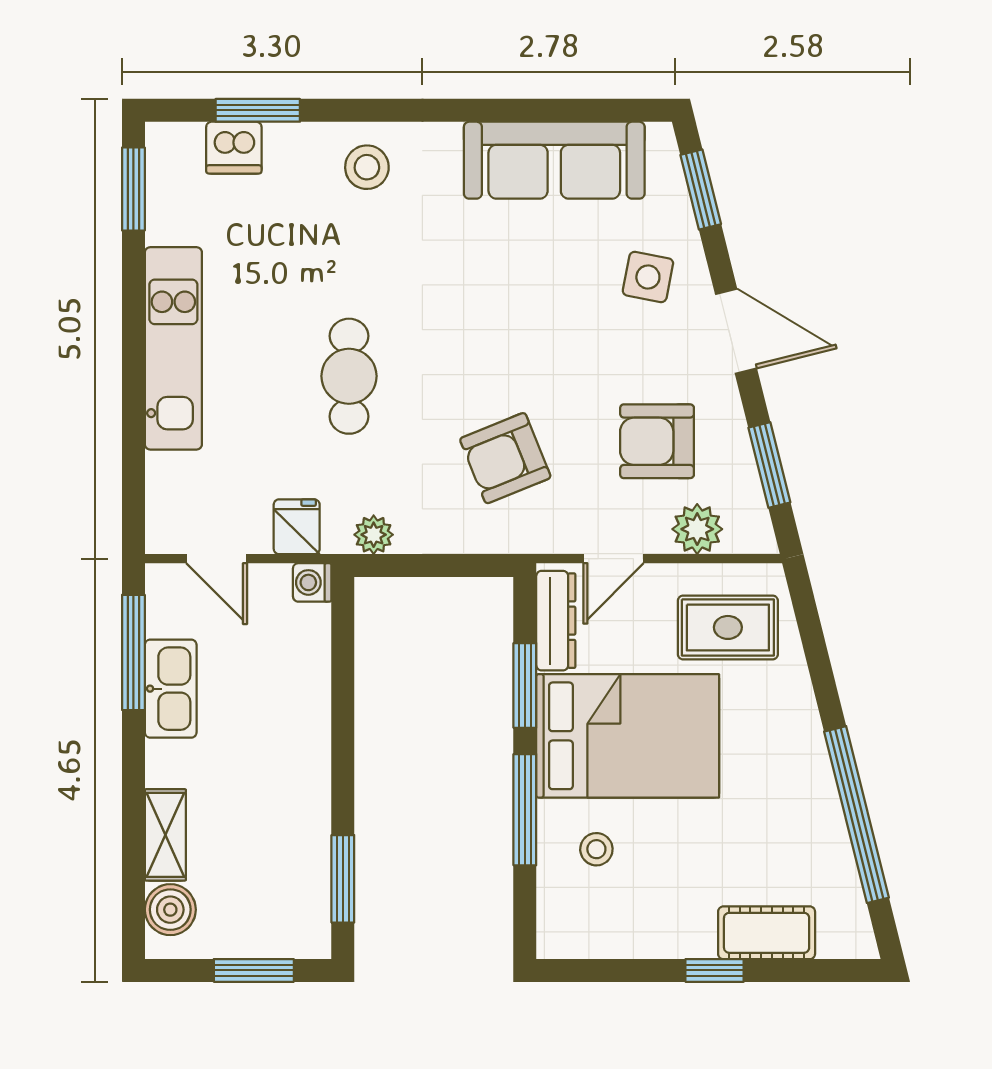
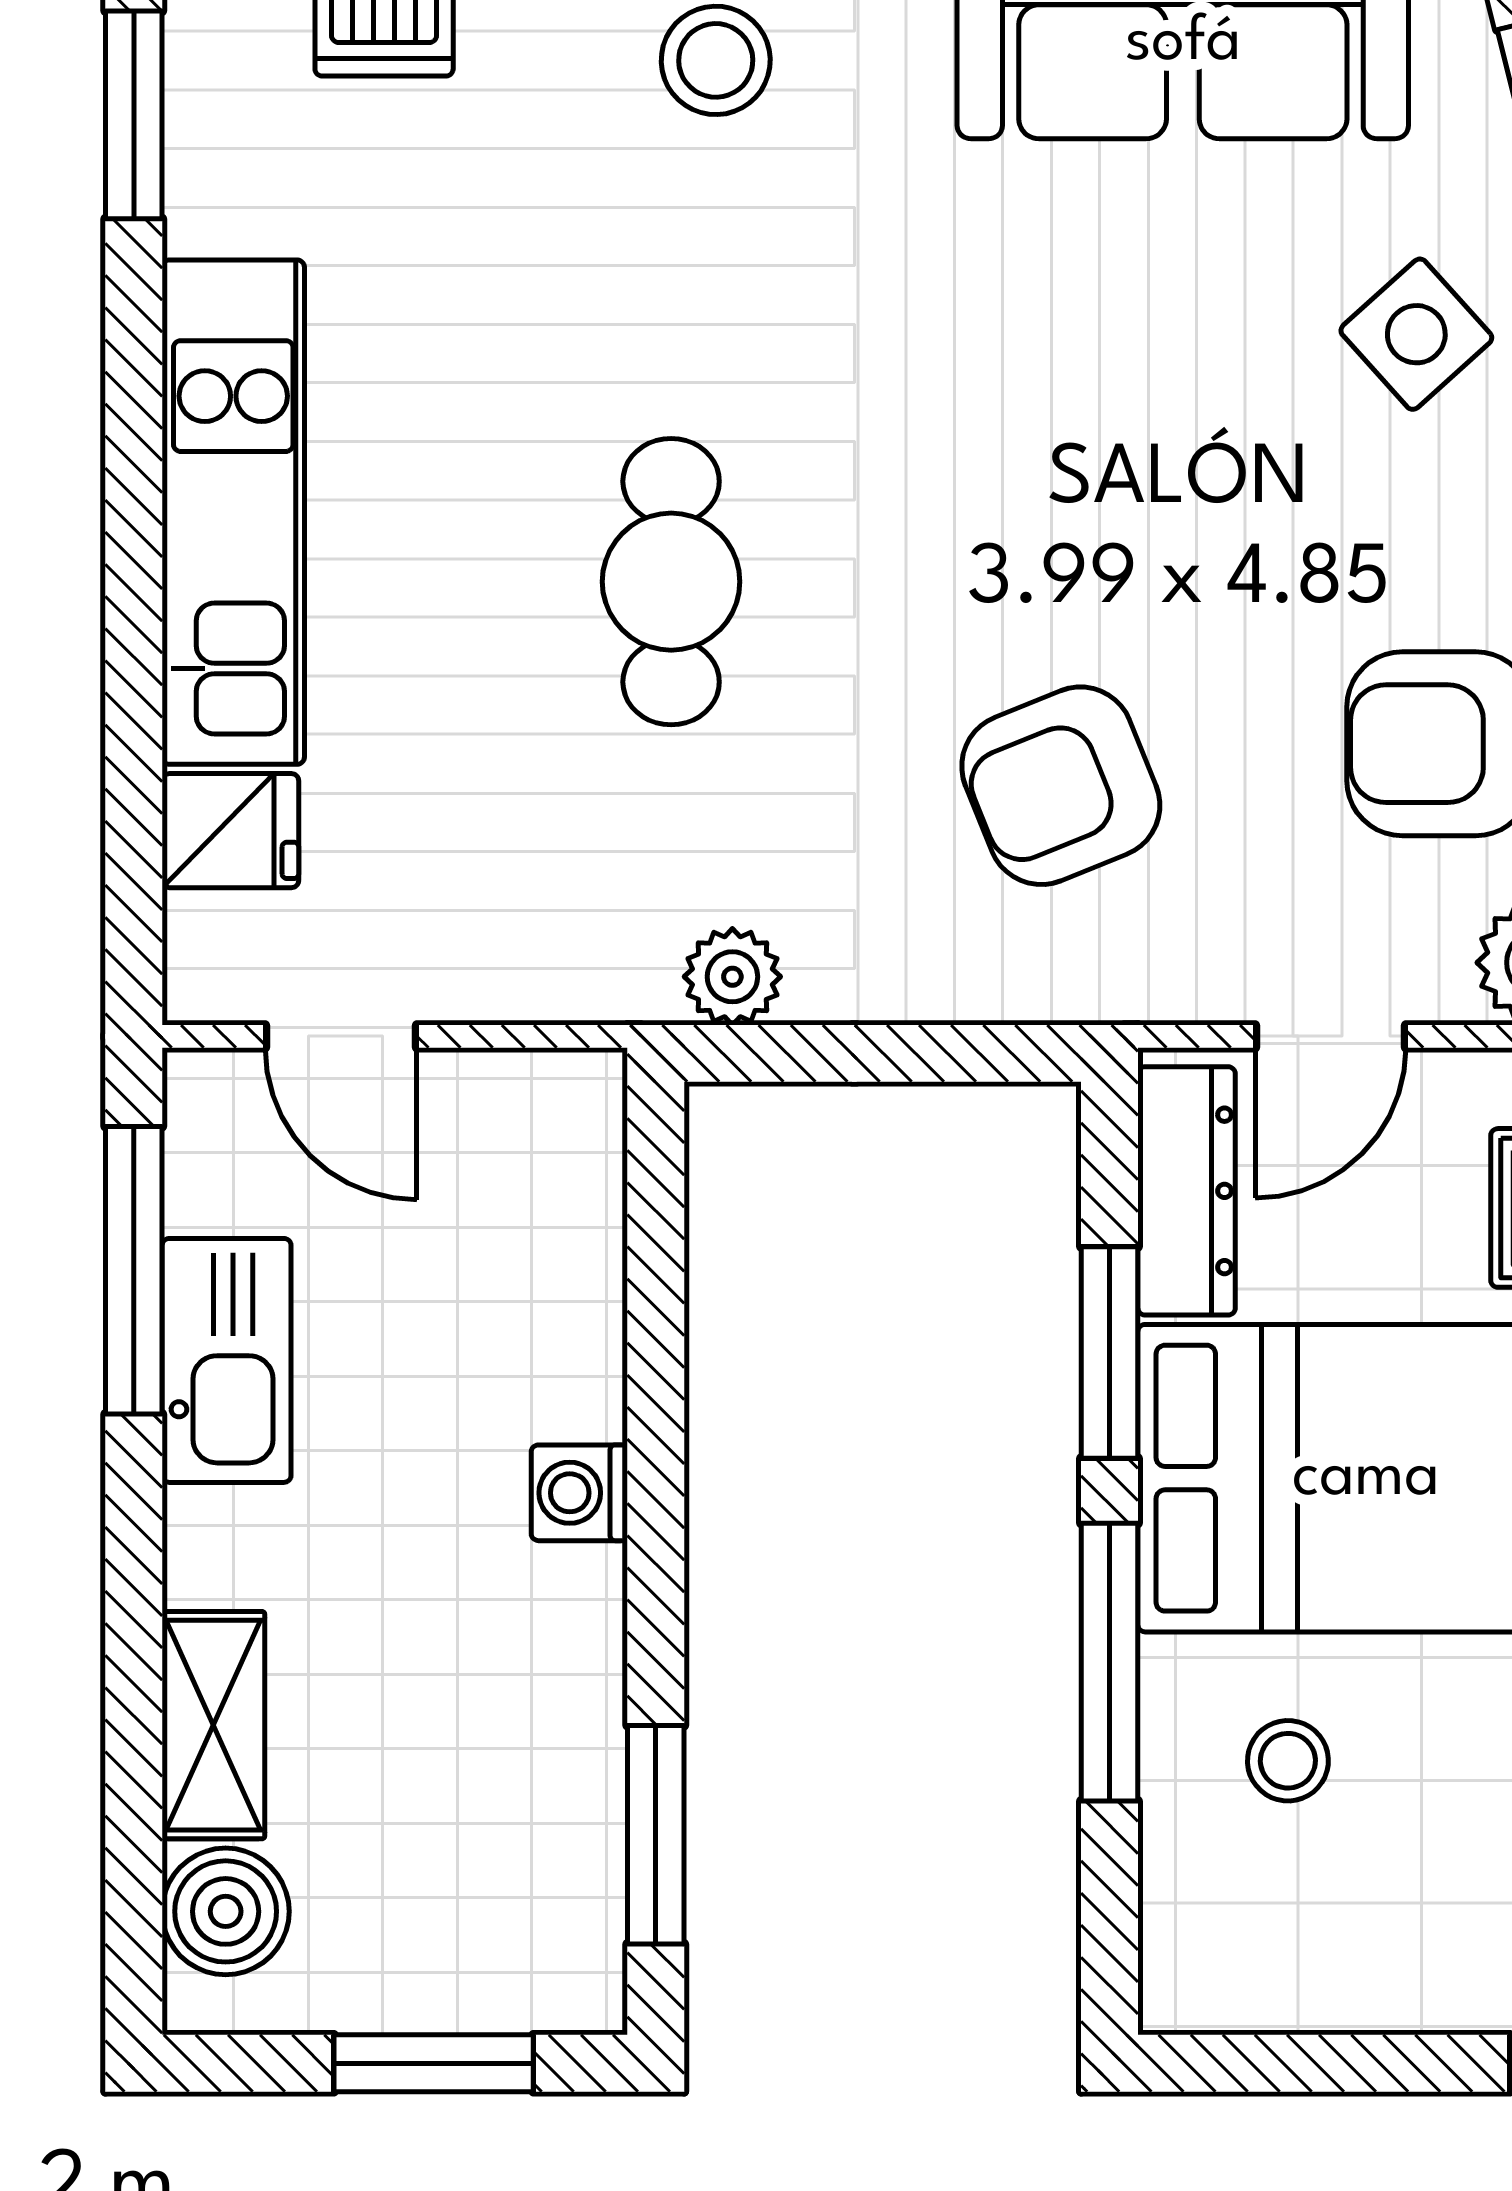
side table: (648, 277) -> (1416, 334), turned 37
fridge: (297, 527) -> (230, 831), moved, turned 90
washing machine: (312, 582) -> (579, 1493), moved

